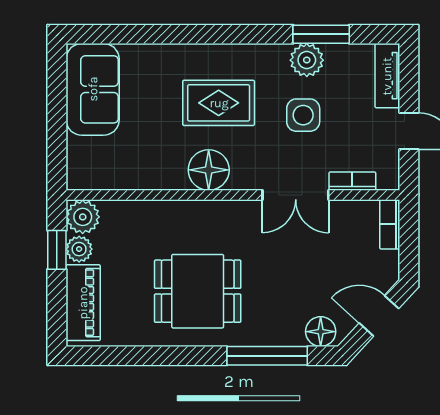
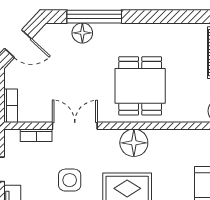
dining table: (198, 291) -> (140, 86), moved, turned 90
floor lamp: (321, 332) -> (82, 33), moved

